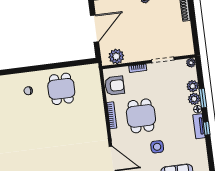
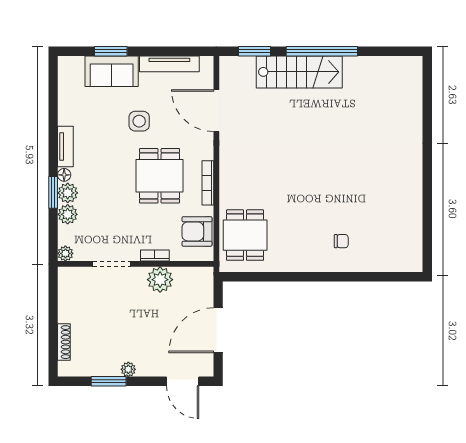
plant: (116, 56) -> (160, 280), moved
dining table: (61, 89) -> (245, 235), moved
window: (207, 128) -> (53, 141), removed

